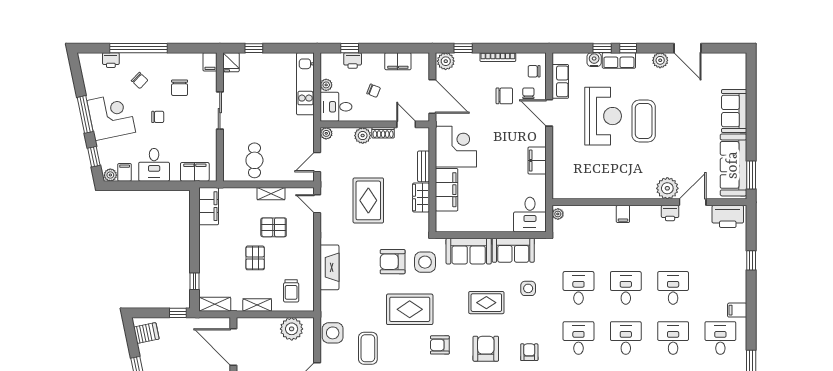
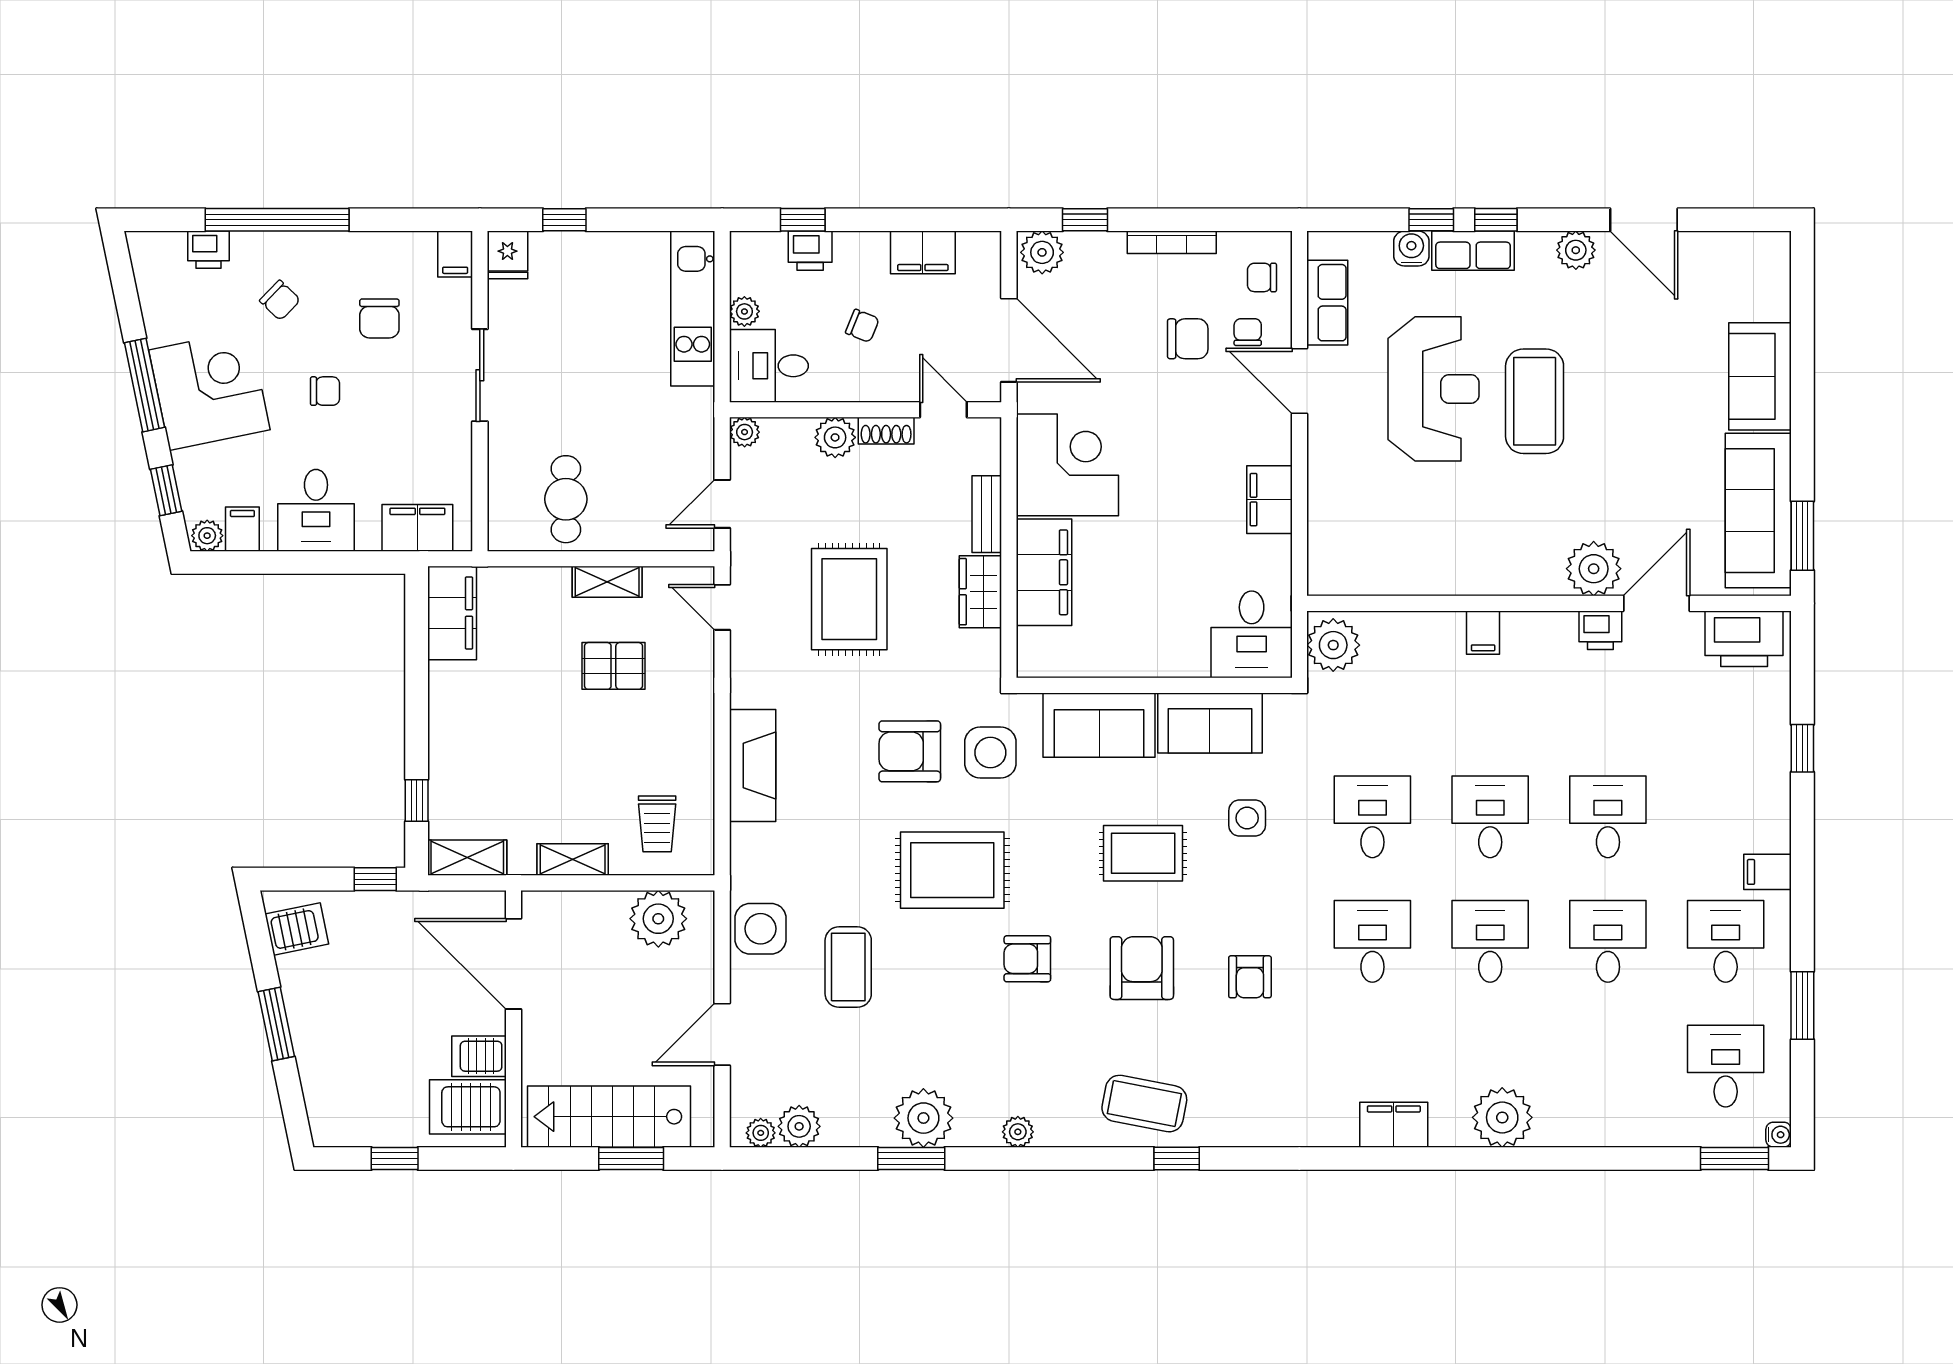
plant: (558, 214) -> (1333, 645), width x1.87, depth x1.87
pallet: (255, 258) -> (567, 742), removed
armchair: (529, 352) -> (1250, 977), turned 180

